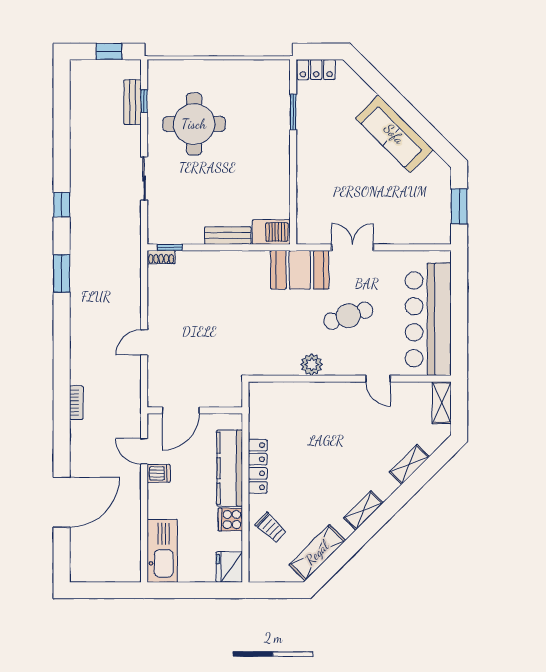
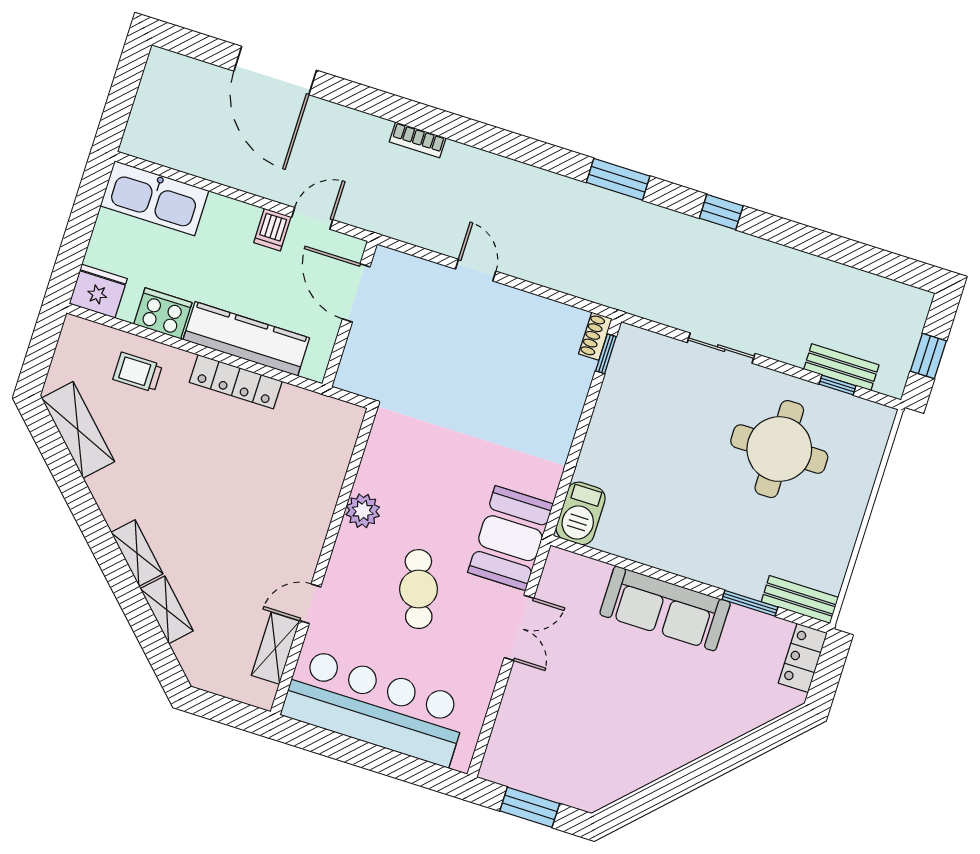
sofa: (394, 134) -> (665, 608), moved, turned -135
bench: (228, 236) -> (800, 600), moved, turned 90
shelving: (442, 403) -> (275, 648), moved, turned 90
shelving: (363, 510) -> (137, 553), moved
cooker: (230, 519) -> (163, 313), width x1.36
trolley: (271, 528) -> (138, 372), turned 47

